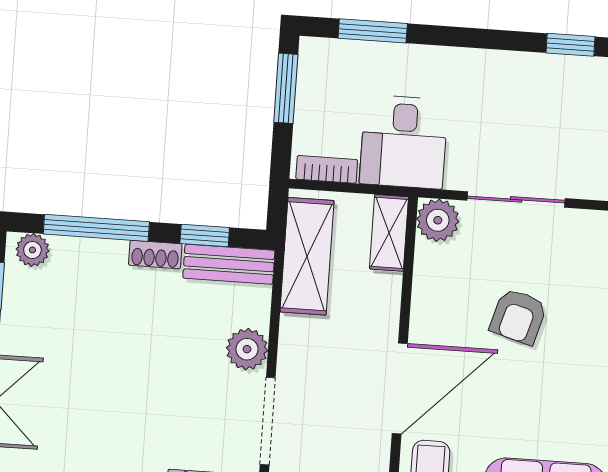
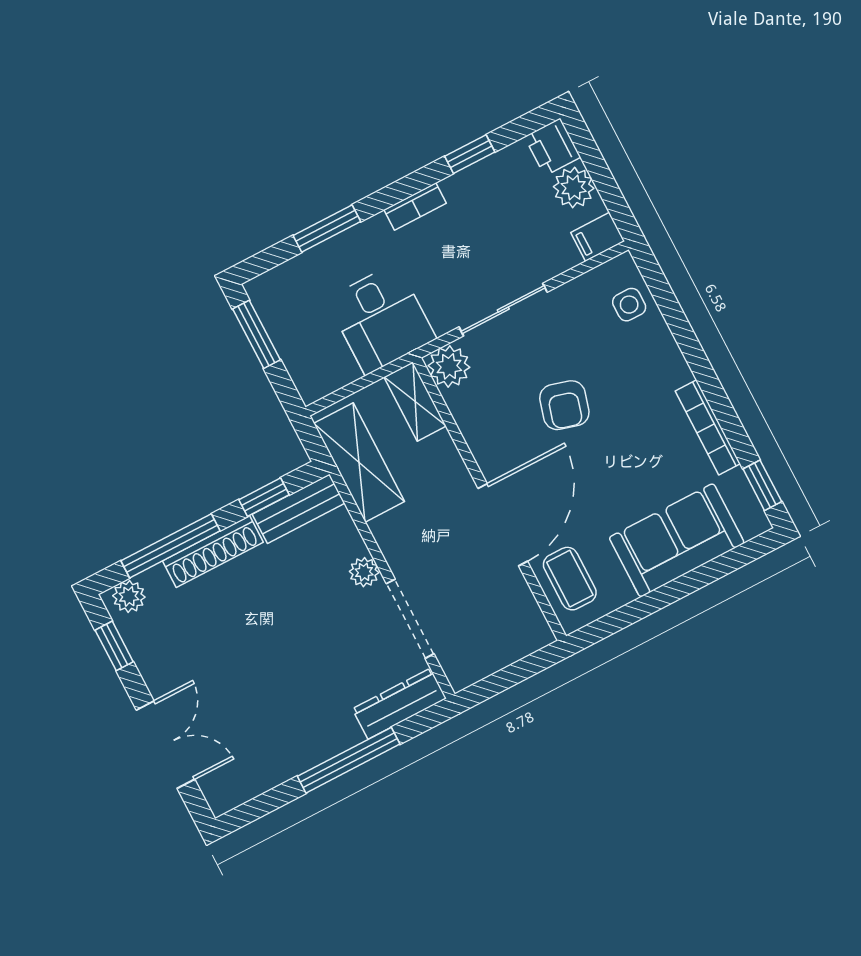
window: (373, 31) -> (327, 229), moved
bookcase: (327, 169) -> (415, 206), moved, turned 180
shoe rack: (155, 255) -> (213, 552), width x1.94, depth x1.24
plant: (247, 349) -> (364, 572), width x0.73, depth x0.73

